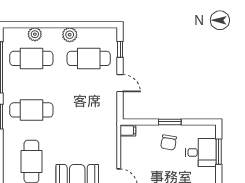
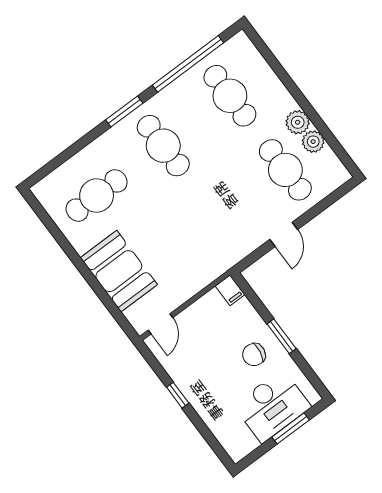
plant: (35, 34) -> (313, 142), moved
window: (120, 49) -> (327, 202), removed
desk: (201, 152) -> (272, 406), width x1.37

